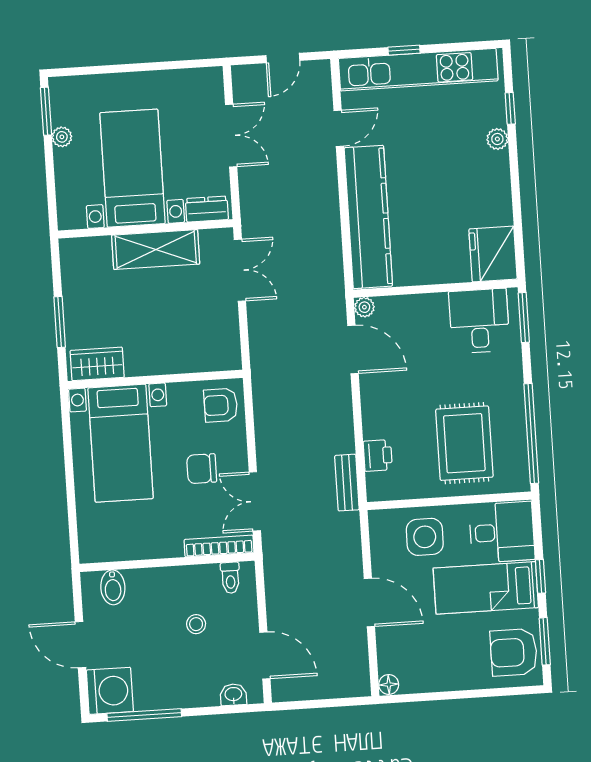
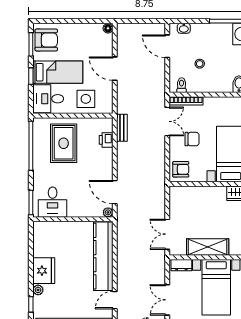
fridge: (493, 254) -> (44, 271), moved

